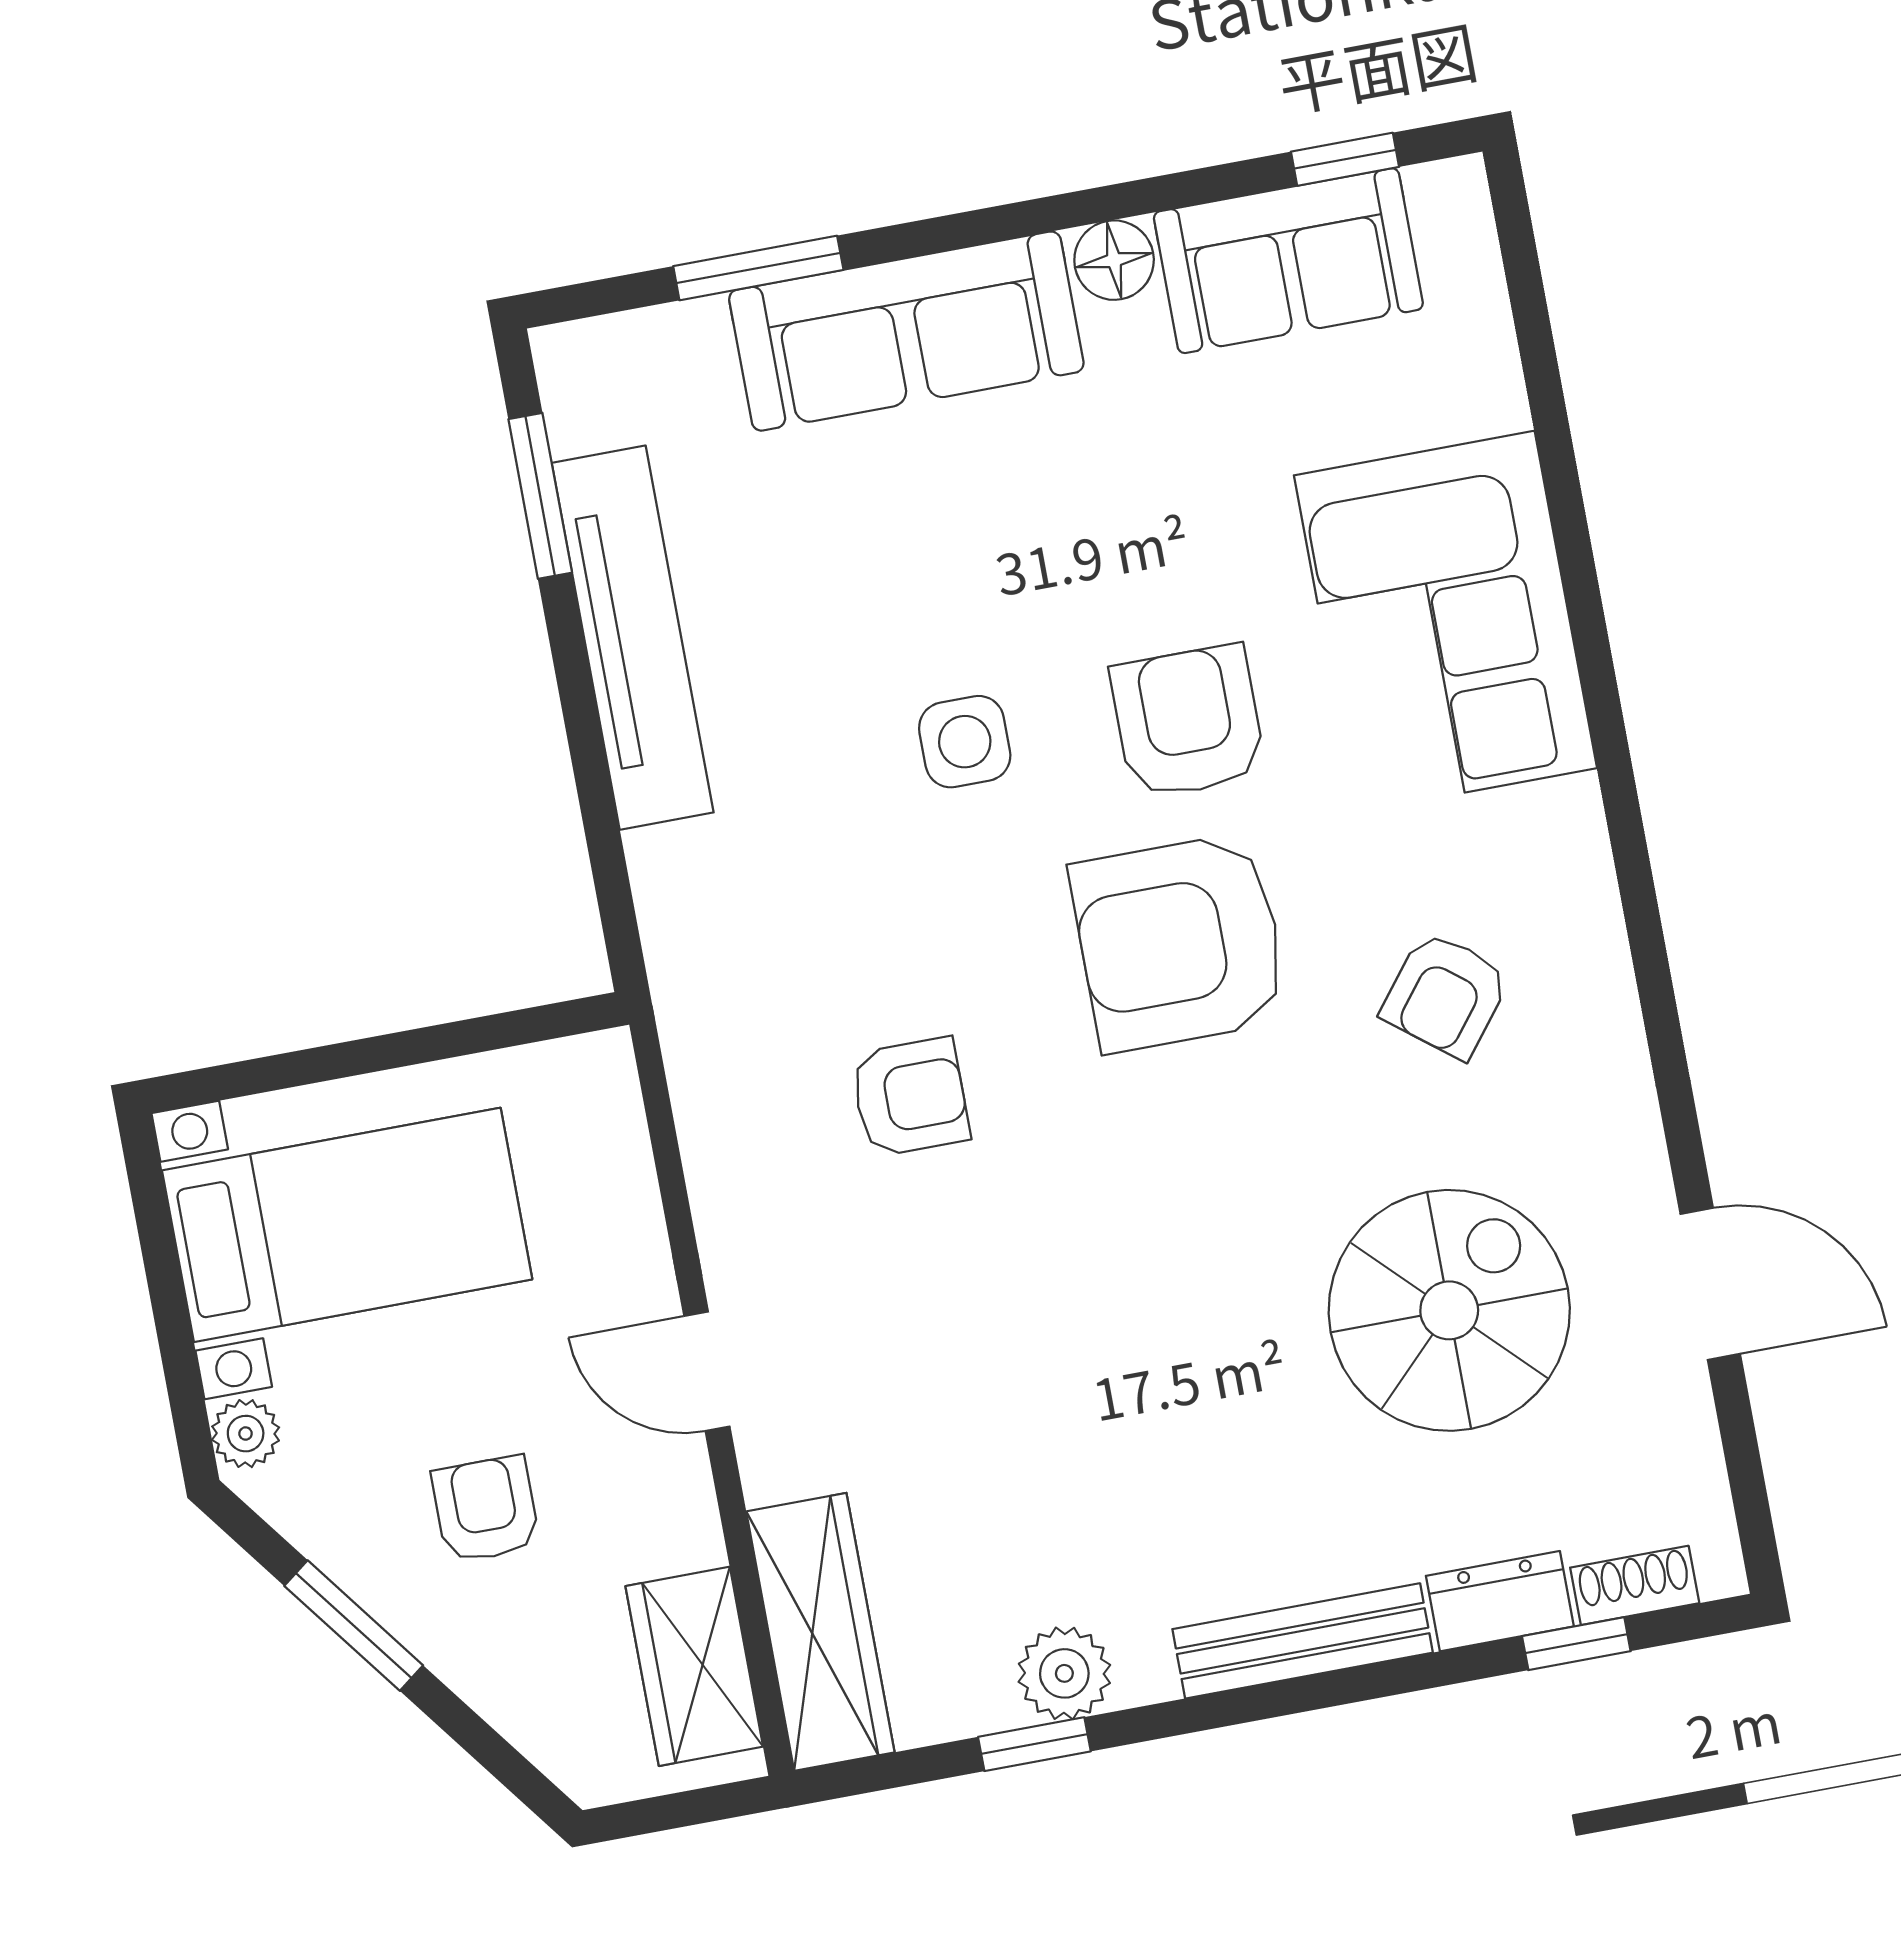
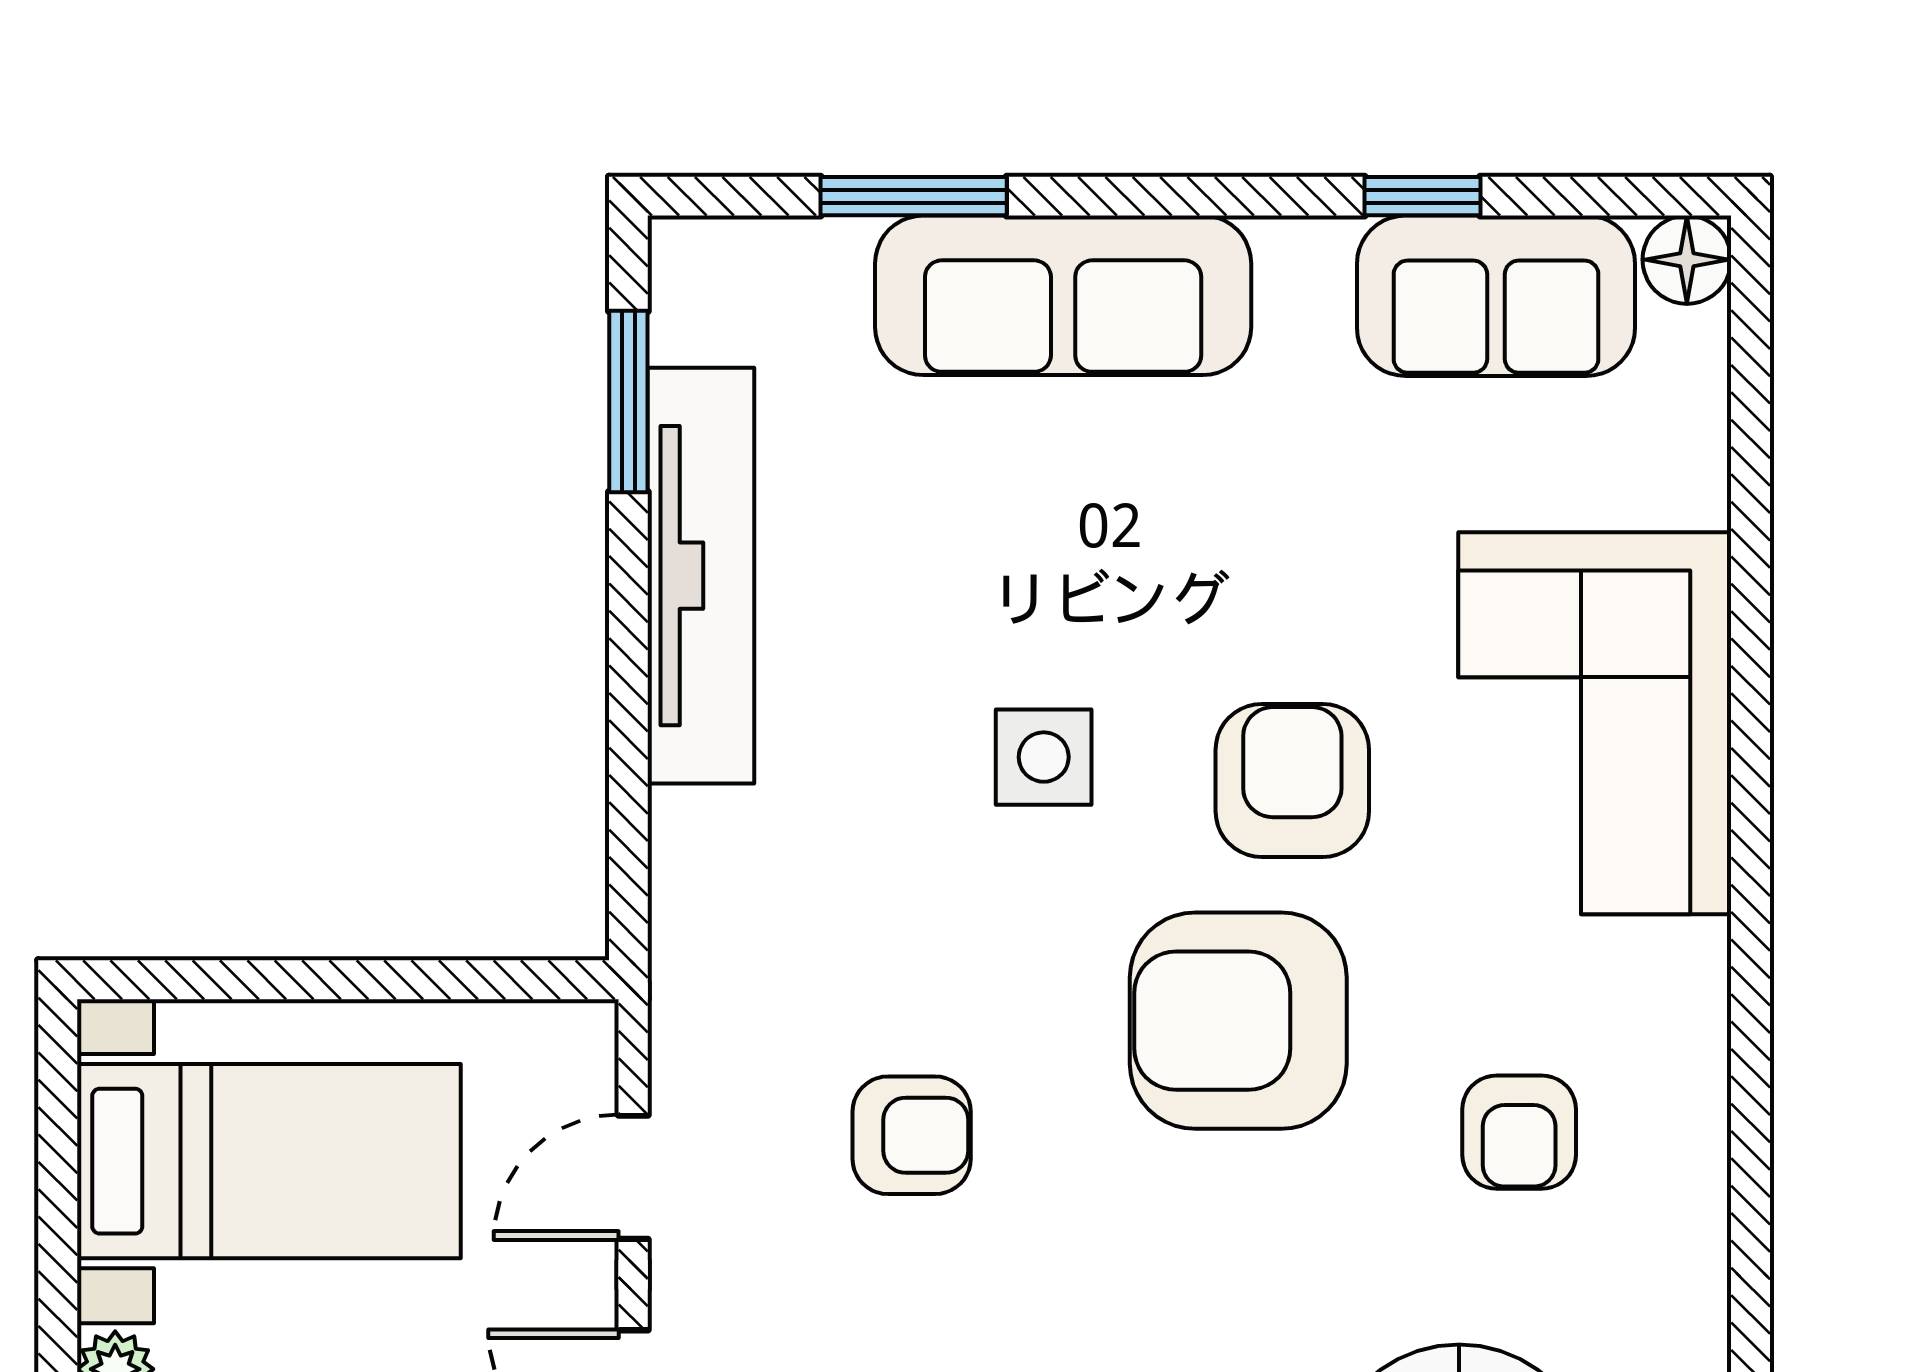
window: (1345, 159) -> (1422, 196), moved
floor lamp: (1114, 260) -> (1687, 260), moved
armchair: (1446, 995) -> (1519, 1132), turned -38
door: (671, 1180) -> (633, 1177), added

